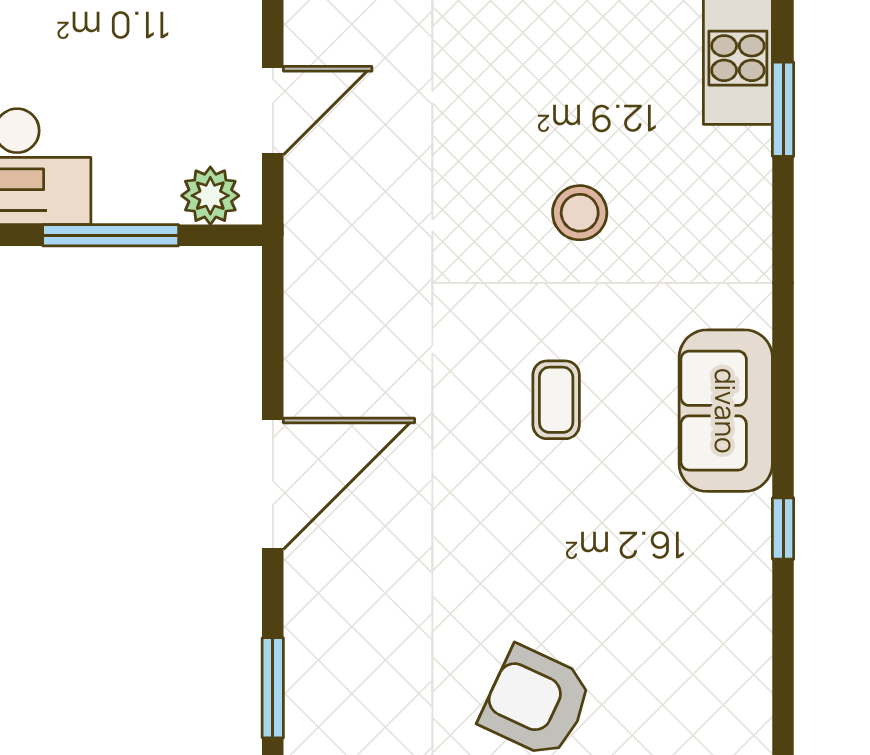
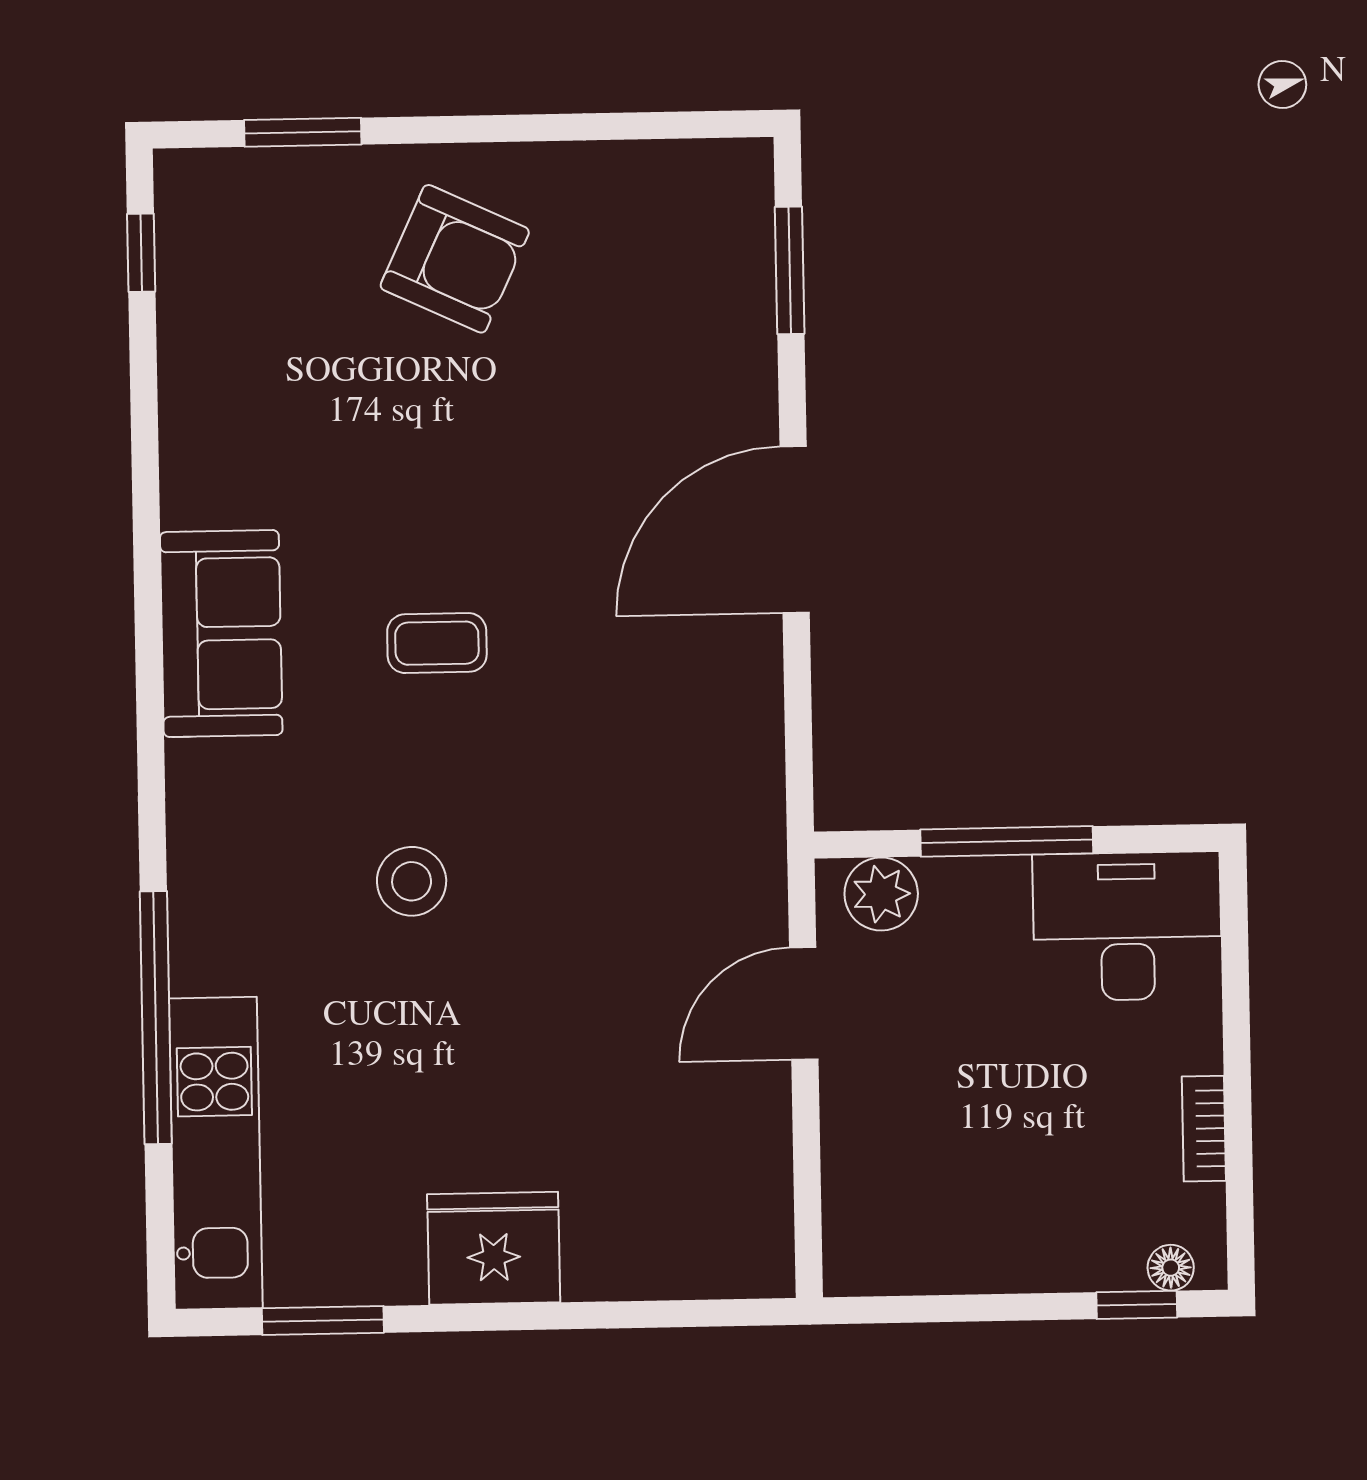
window: (783, 109) -> (156, 1018), width x2.11
coffee table: (556, 400) -> (437, 643), turned 90
window: (783, 529) -> (141, 253), moved

